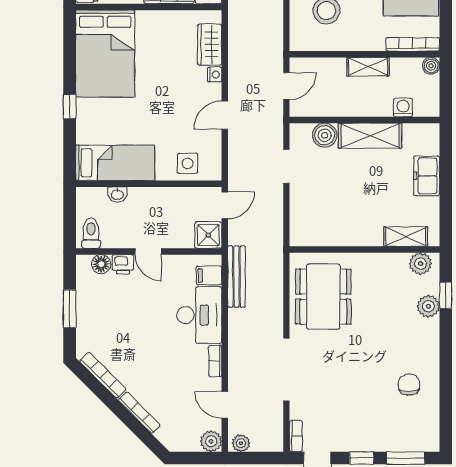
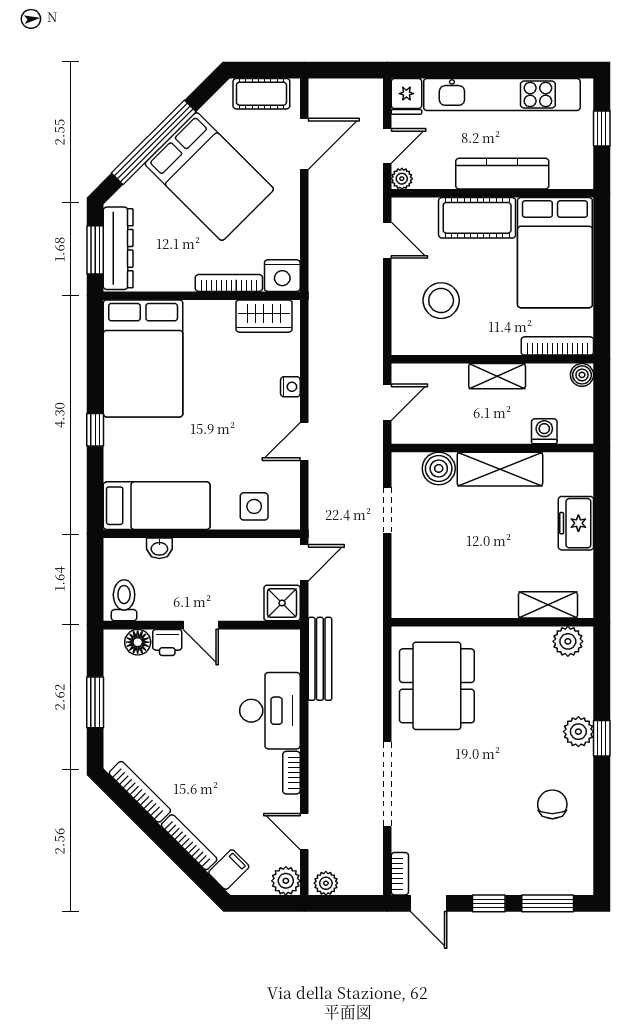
wardrobe: (210, 45) -> (264, 316), moved, turned -90
filing cabinet: (209, 275) -> (229, 870), moved, turned 135
window: (446, 295) -> (602, 738), moved
plant: (428, 306) -> (578, 732), moved

